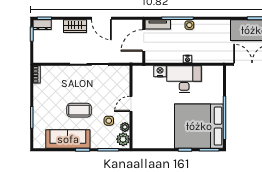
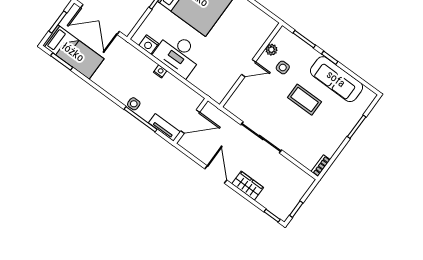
dresser: (42, 25) -> (279, 211), removed
nightstand: (160, 71) -> (149, 45), moved
plant: (123, 139) -> (282, 39), removed

